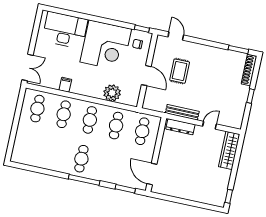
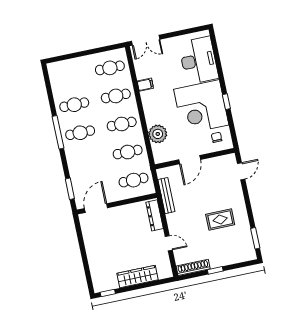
window: (142, 29) -> (226, 102), moved
shoe rack: (249, 70) -> (193, 267), moved
rug: (180, 71) -> (220, 219), moved
bench: (182, 112) -> (166, 196), moved
wardrobe: (229, 150) -> (138, 277), moved
cafe table: (55, 153) -> (74, 105), added
window: (84, 180) -> (58, 132), moved

